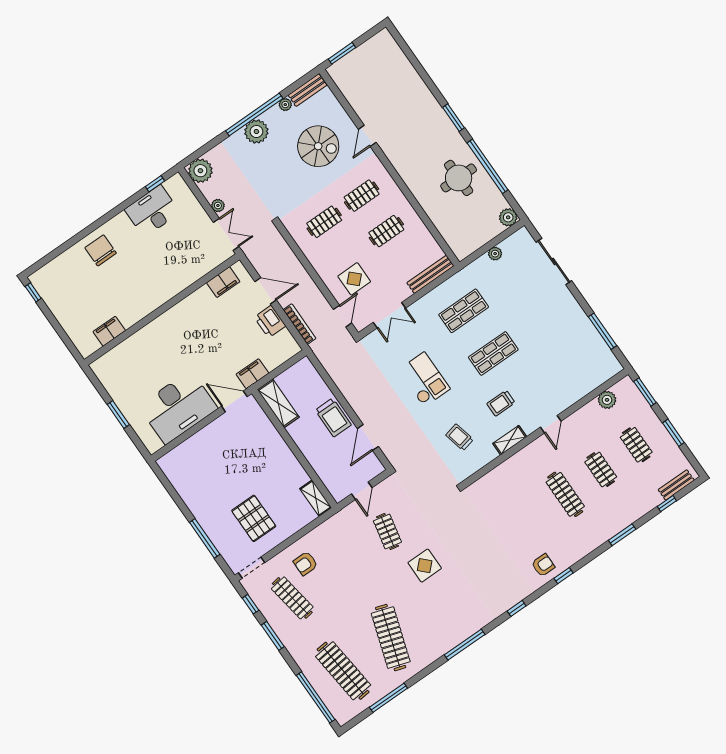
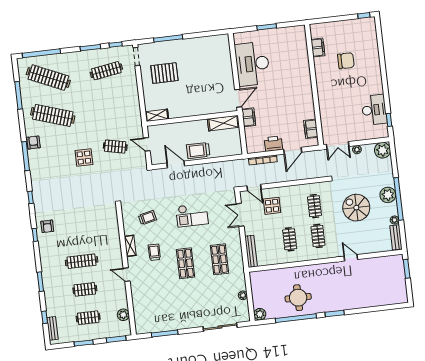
spiral stairs: (318, 146) -> (356, 208), moved, turned 90
chair: (101, 250) -> (346, 61), moved
armchair: (305, 563) -> (33, 142), moved
clothes rail: (343, 671) -> (48, 78), turned 30

